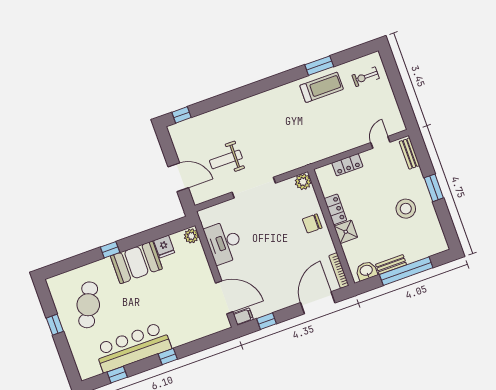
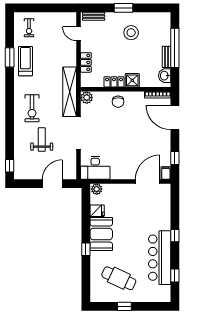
exercise bike: (265, 117) -> (32, 108), added
shelving: (303, 157) -> (70, 92), added
weight bench: (226, 159) -> (42, 140), moved, turned 180
desk: (224, 242) -> (95, 168), moved

